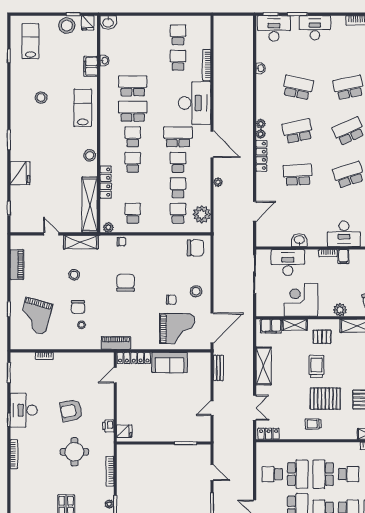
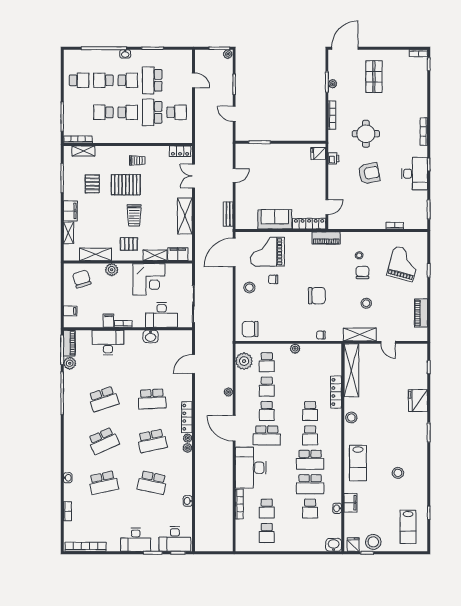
school desk: (133, 213) -> (310, 509), moved
plant: (108, 227) -> (295, 349), moved
chair: (126, 283) -> (317, 296), turned -90
school desk: (323, 474) -> (128, 112), width x0.54

